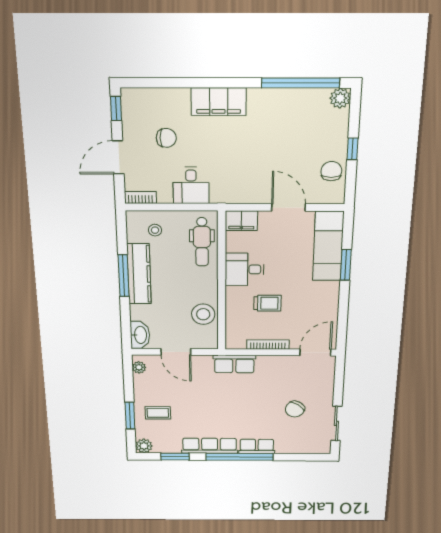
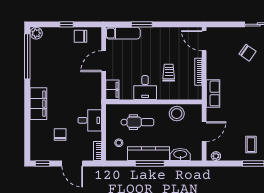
dental chair: (202, 242) -> (137, 122), moved
exam couch: (328, 246) -> (123, 33), width x0.73, depth x0.69
washbasin: (140, 335) -> (180, 155), moved

